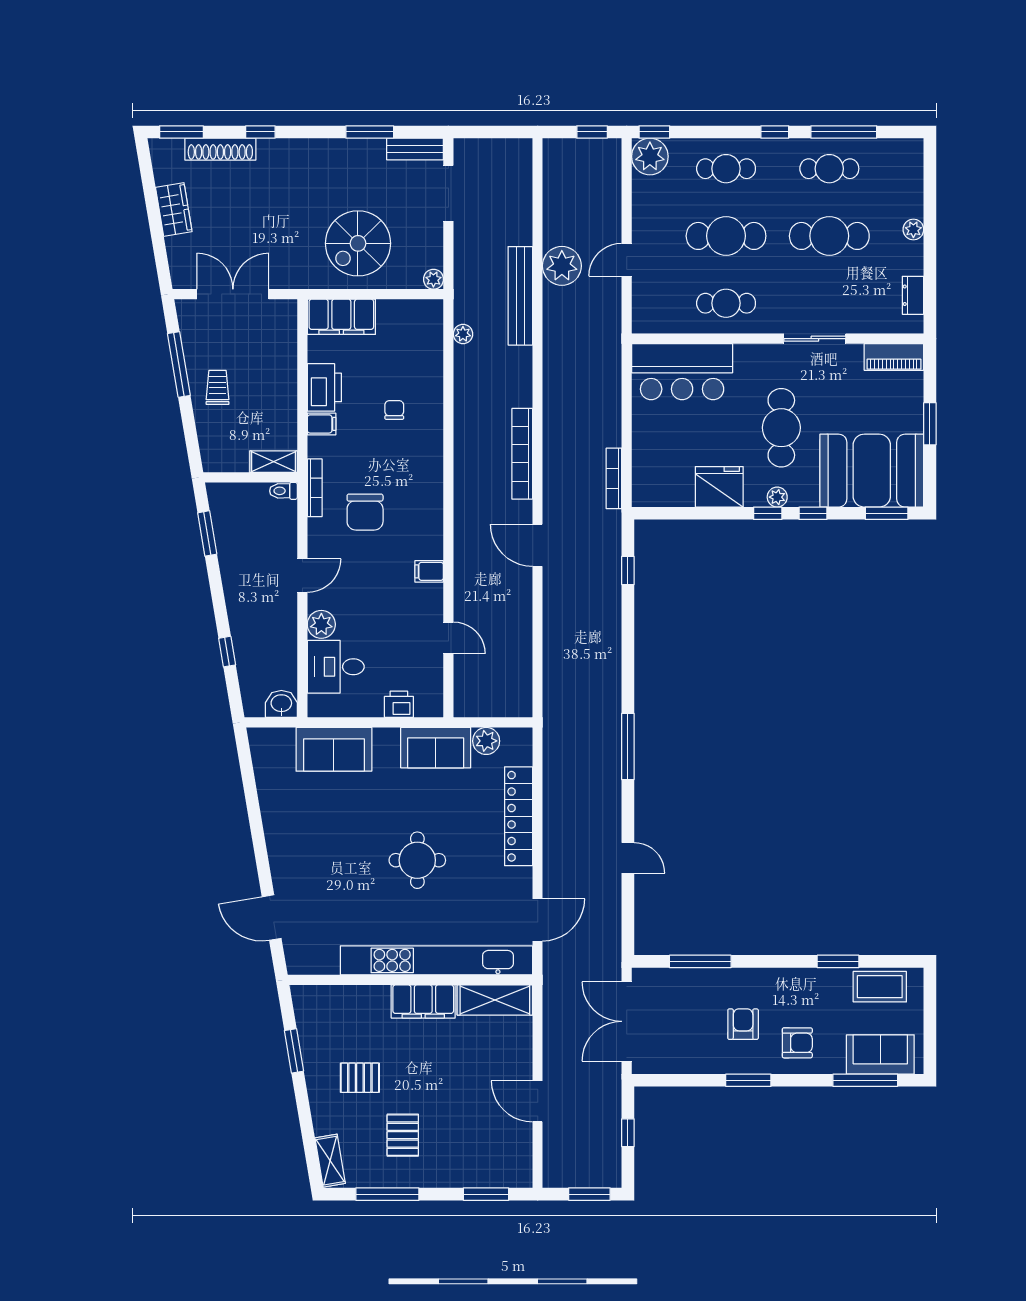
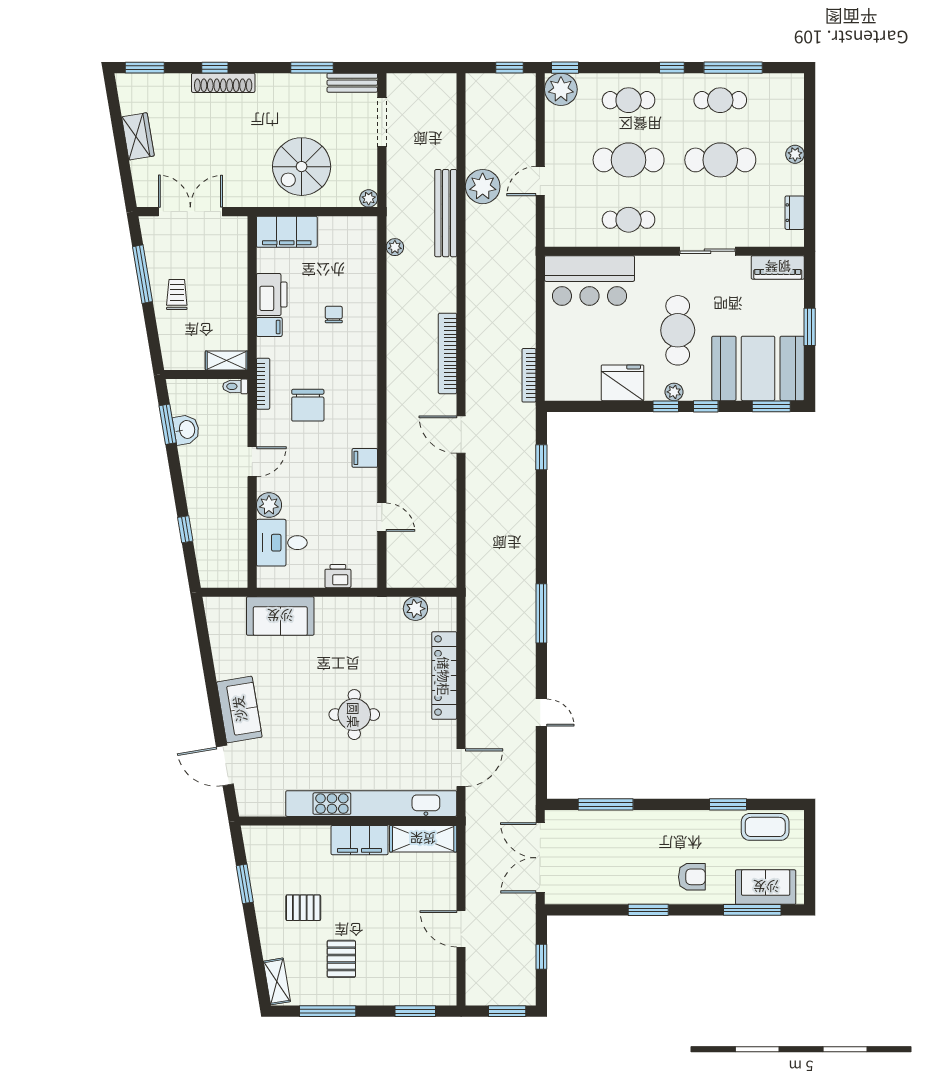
shoe rack: (220, 149) -> (223, 83), moved
washbasin: (281, 704) -> (186, 430), moved, turned 80
sofa: (436, 748) -> (239, 709), moved, turned -100
armchair: (743, 1024) -> (644, 860), removed

